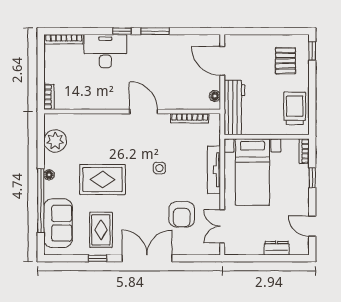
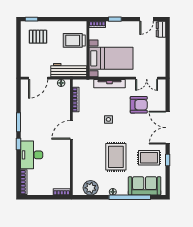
trolley: (295, 108) -> (74, 40), moved
dresser: (277, 248) -> (161, 29), moved

